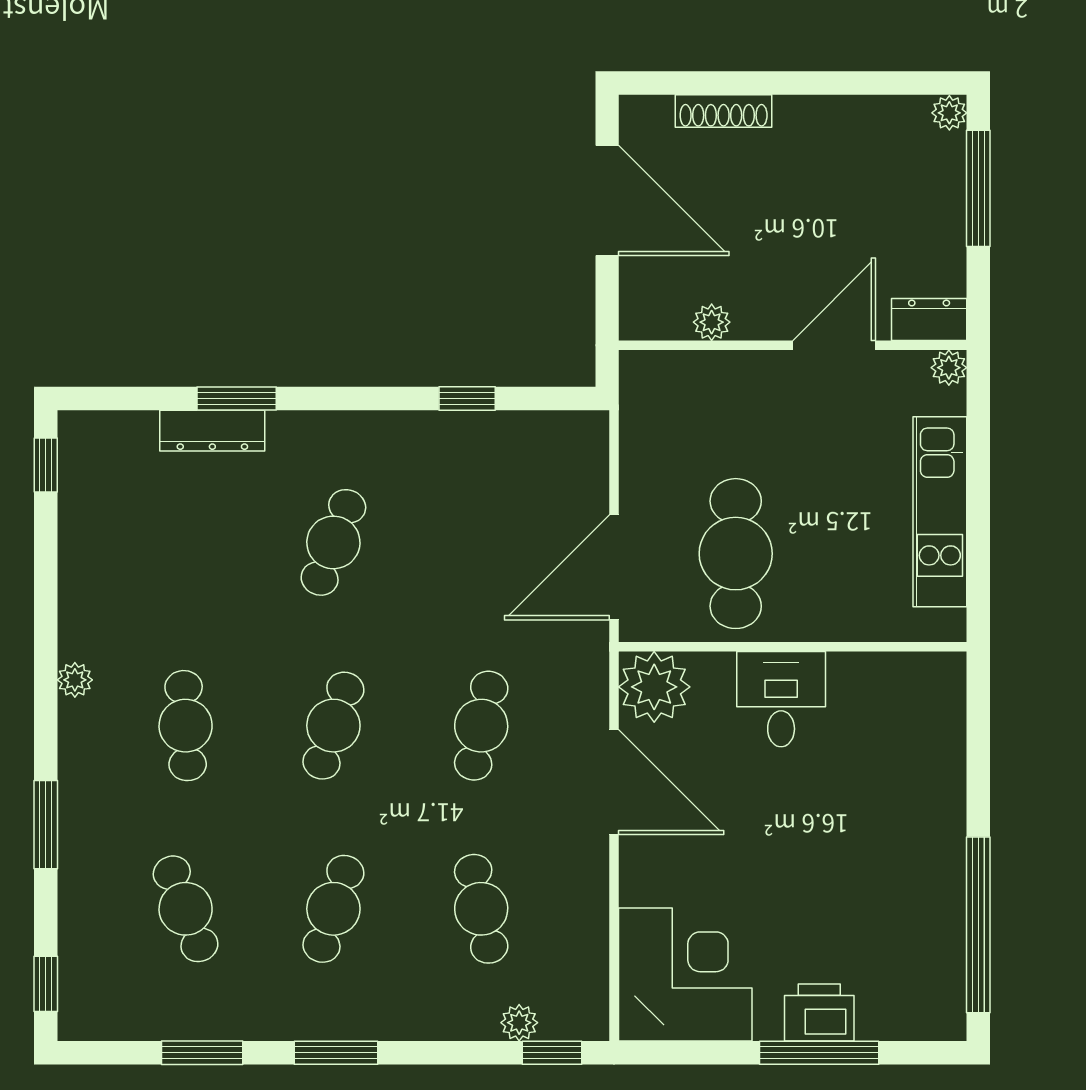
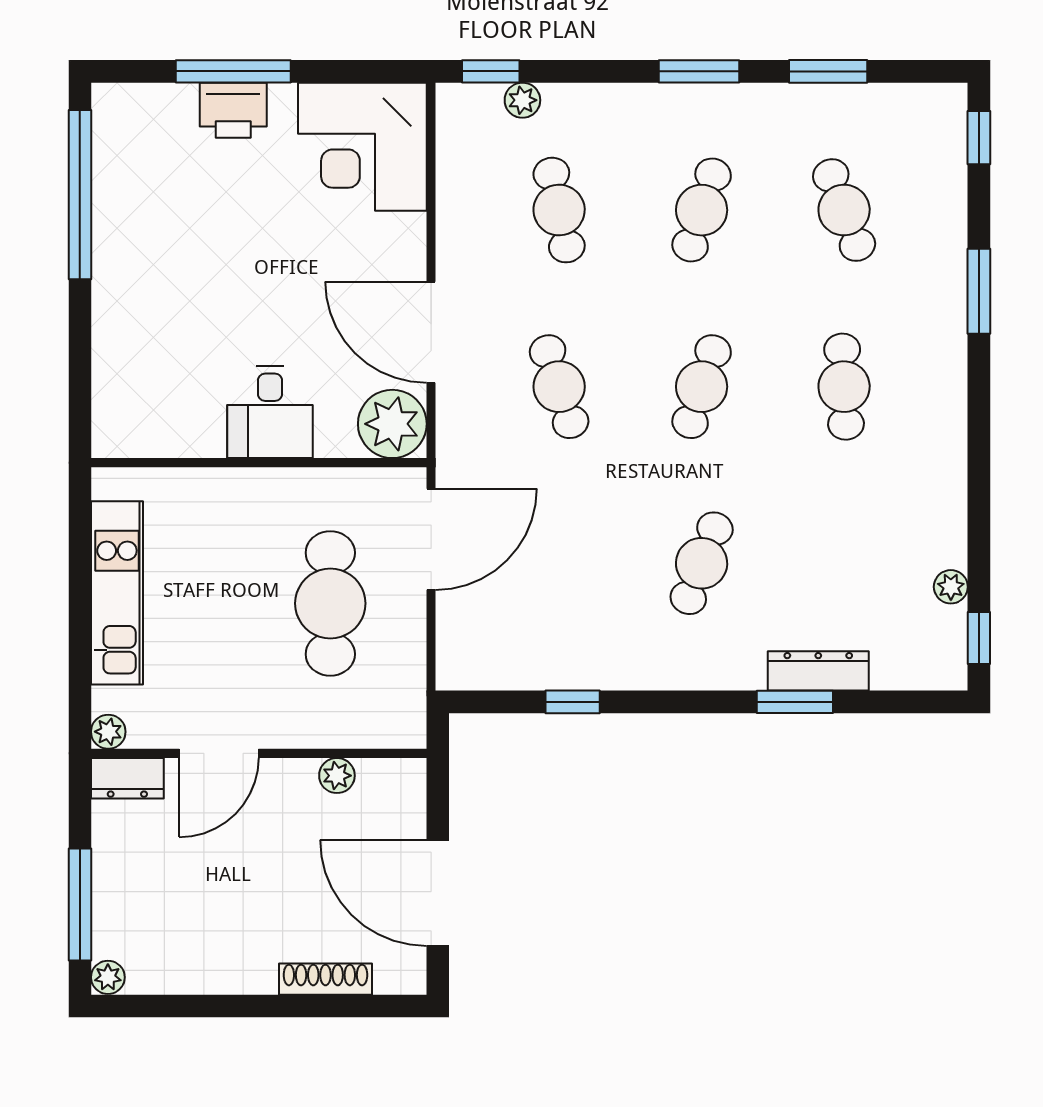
cafe table: (736, 554) -> (330, 603), moved
plant: (75, 680) -> (951, 587), moved
cafe table: (481, 726) -> (559, 387), turned -30

